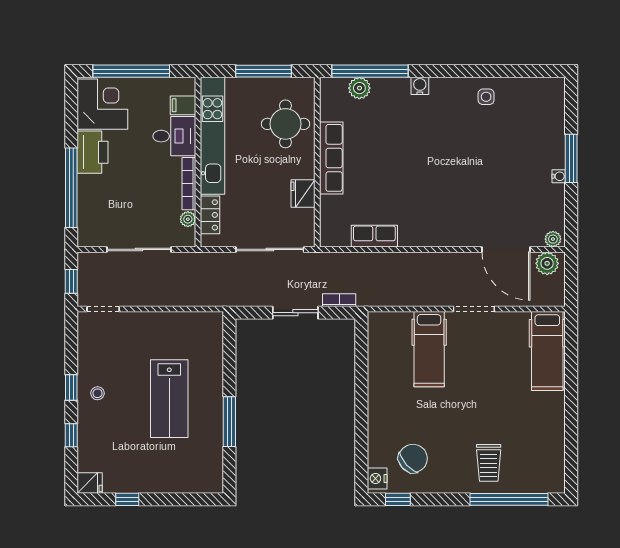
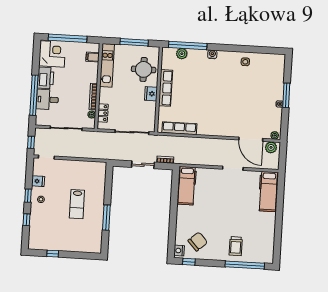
desk: (174, 136) -> (47, 100), moved, turned 180
kitchen unit: (212, 136) -> (107, 65), width x0.73
fridge: (303, 193) -> (151, 94), moved
row of seats: (374, 236) -> (179, 128), width x1.48
hospital bed: (429, 349) -> (187, 186), moved
lab bench: (169, 399) -> (77, 204), width x0.73, depth x0.72
fridge: (90, 483) -> (38, 181), moved

